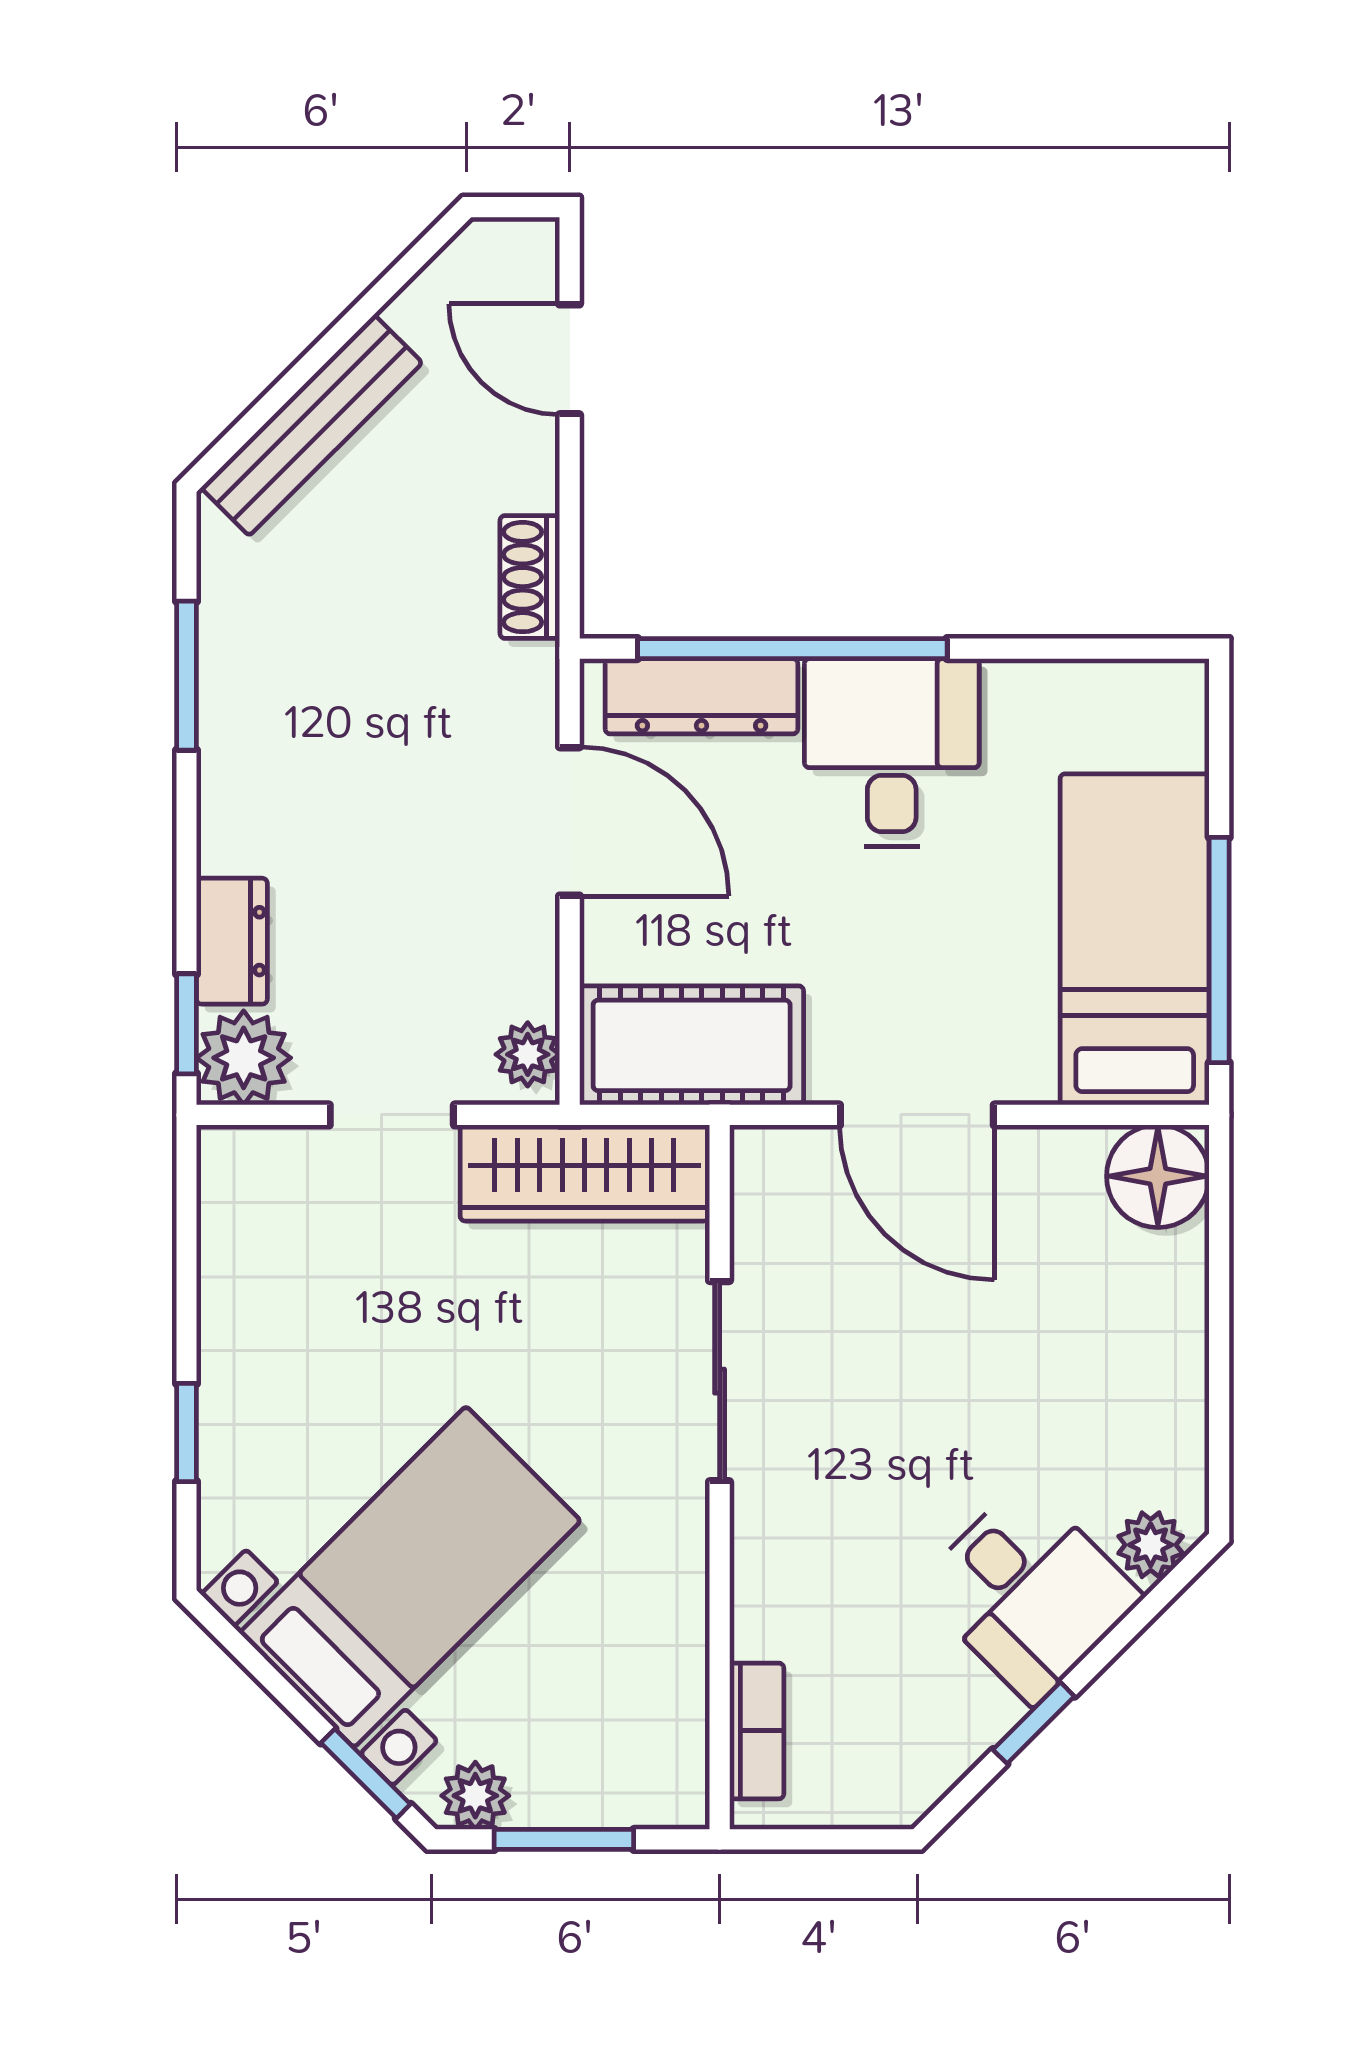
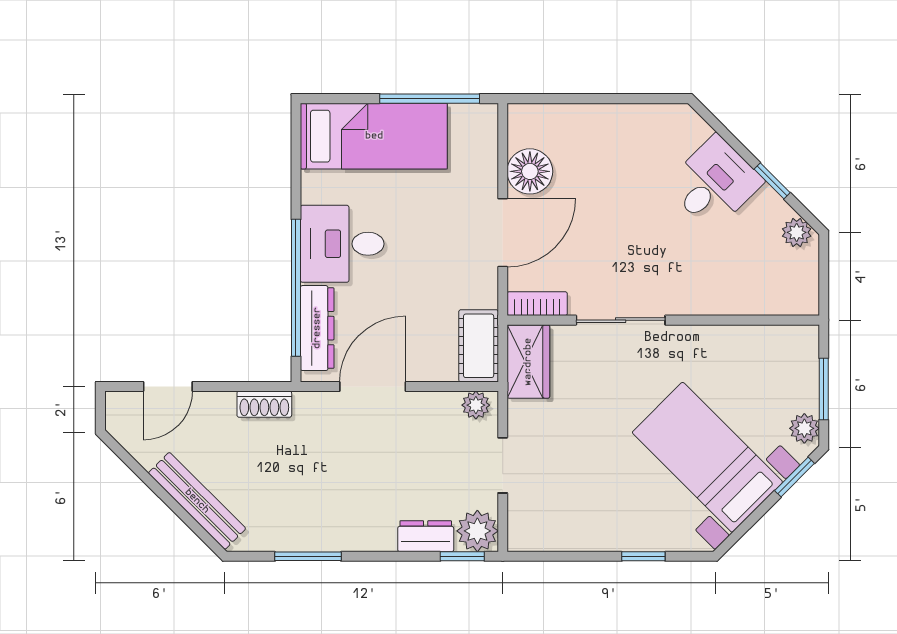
bed: (1135, 939) -> (374, 136), moved, turned 180
cot: (692, 1045) -> (479, 346), width x0.73, depth x0.75
wardrobe: (584, 1173) -> (528, 362), width x0.67
floor lamp: (1158, 1176) -> (530, 171), moved
plant: (1151, 1545) -> (797, 232), moved
bookcase: (757, 1731) -> (537, 304), moved

